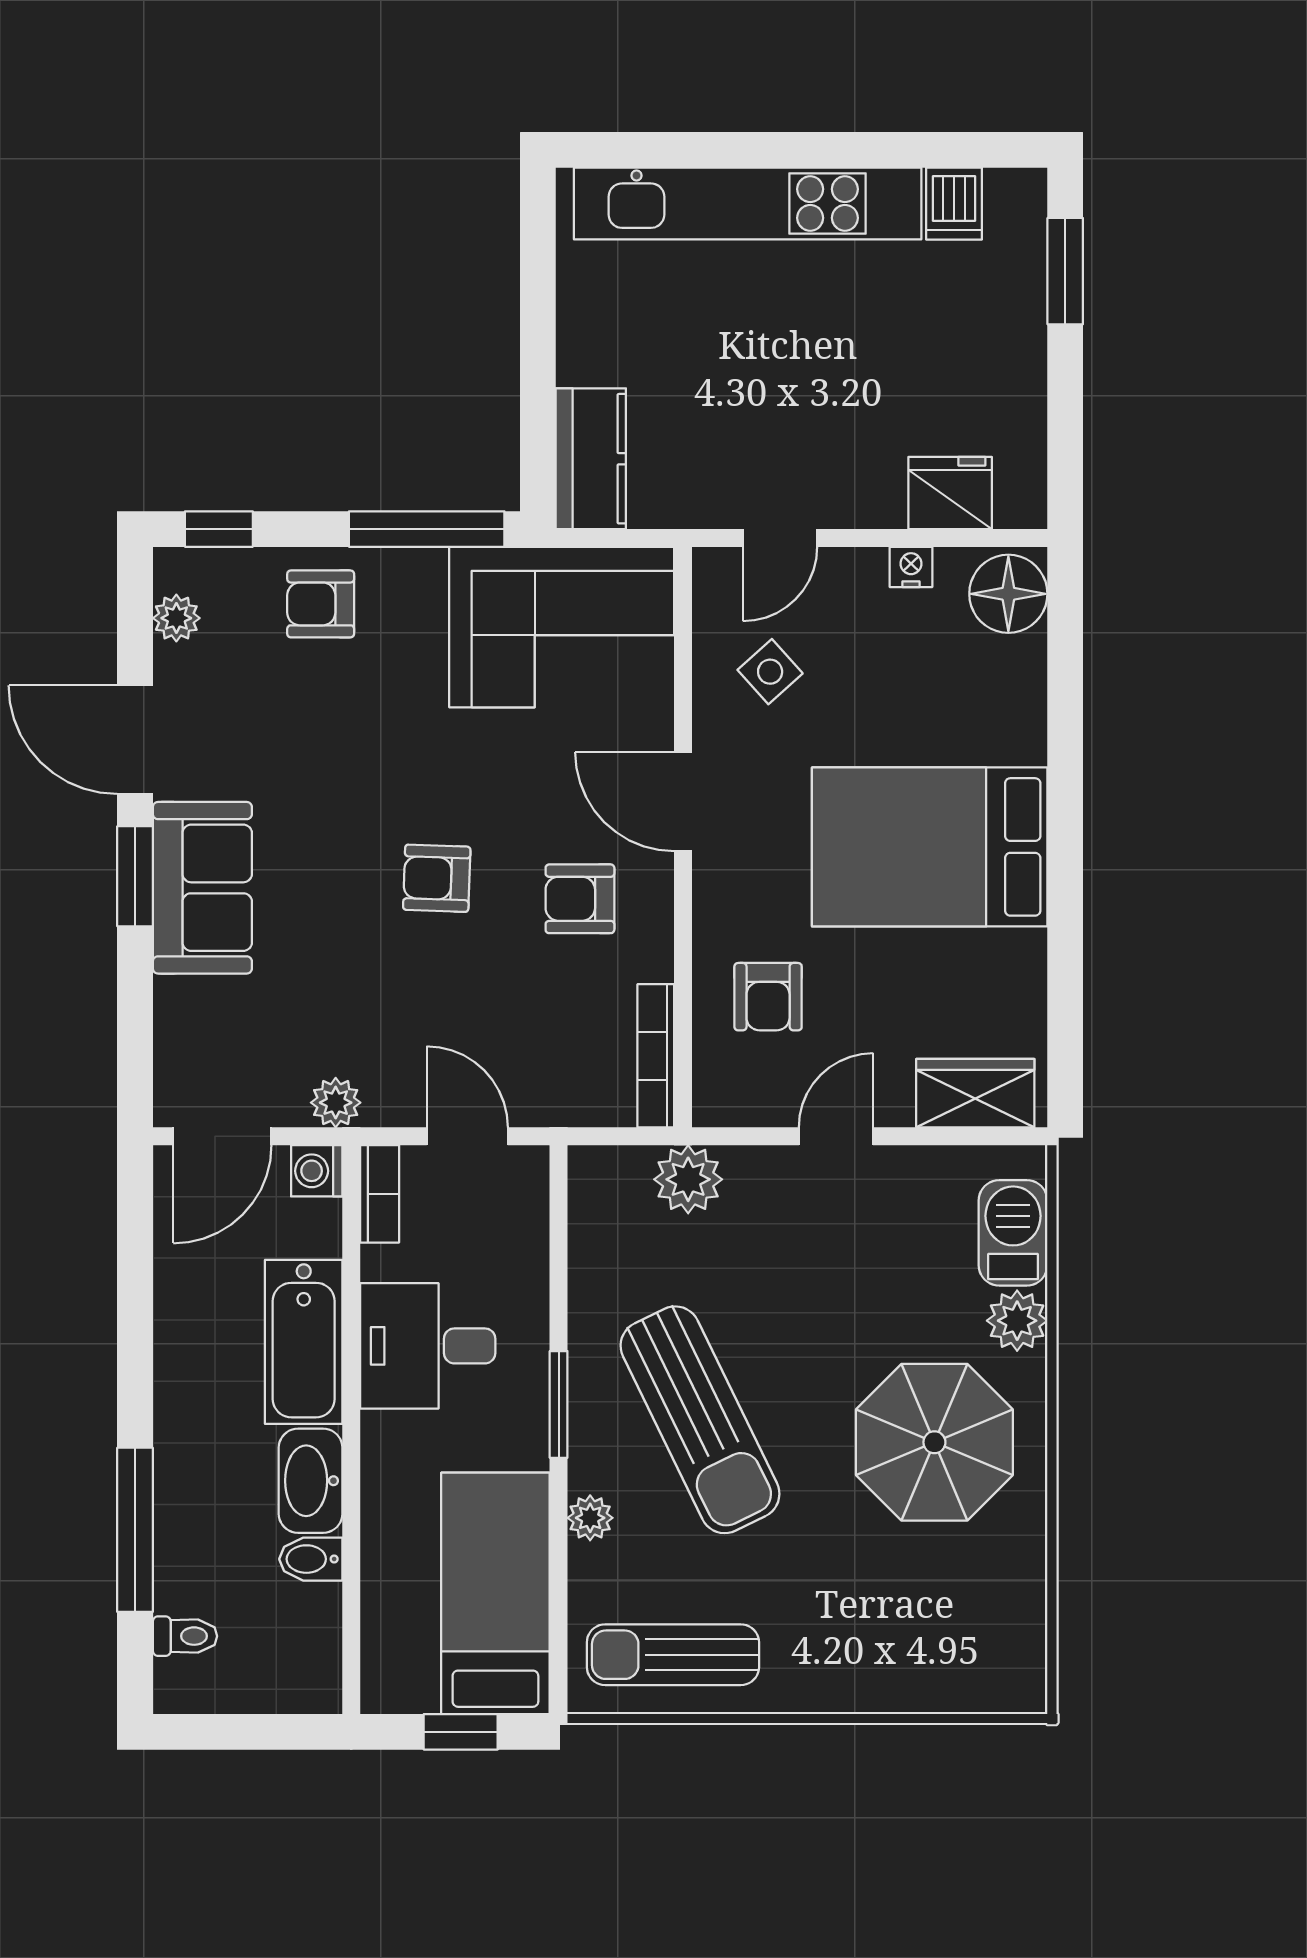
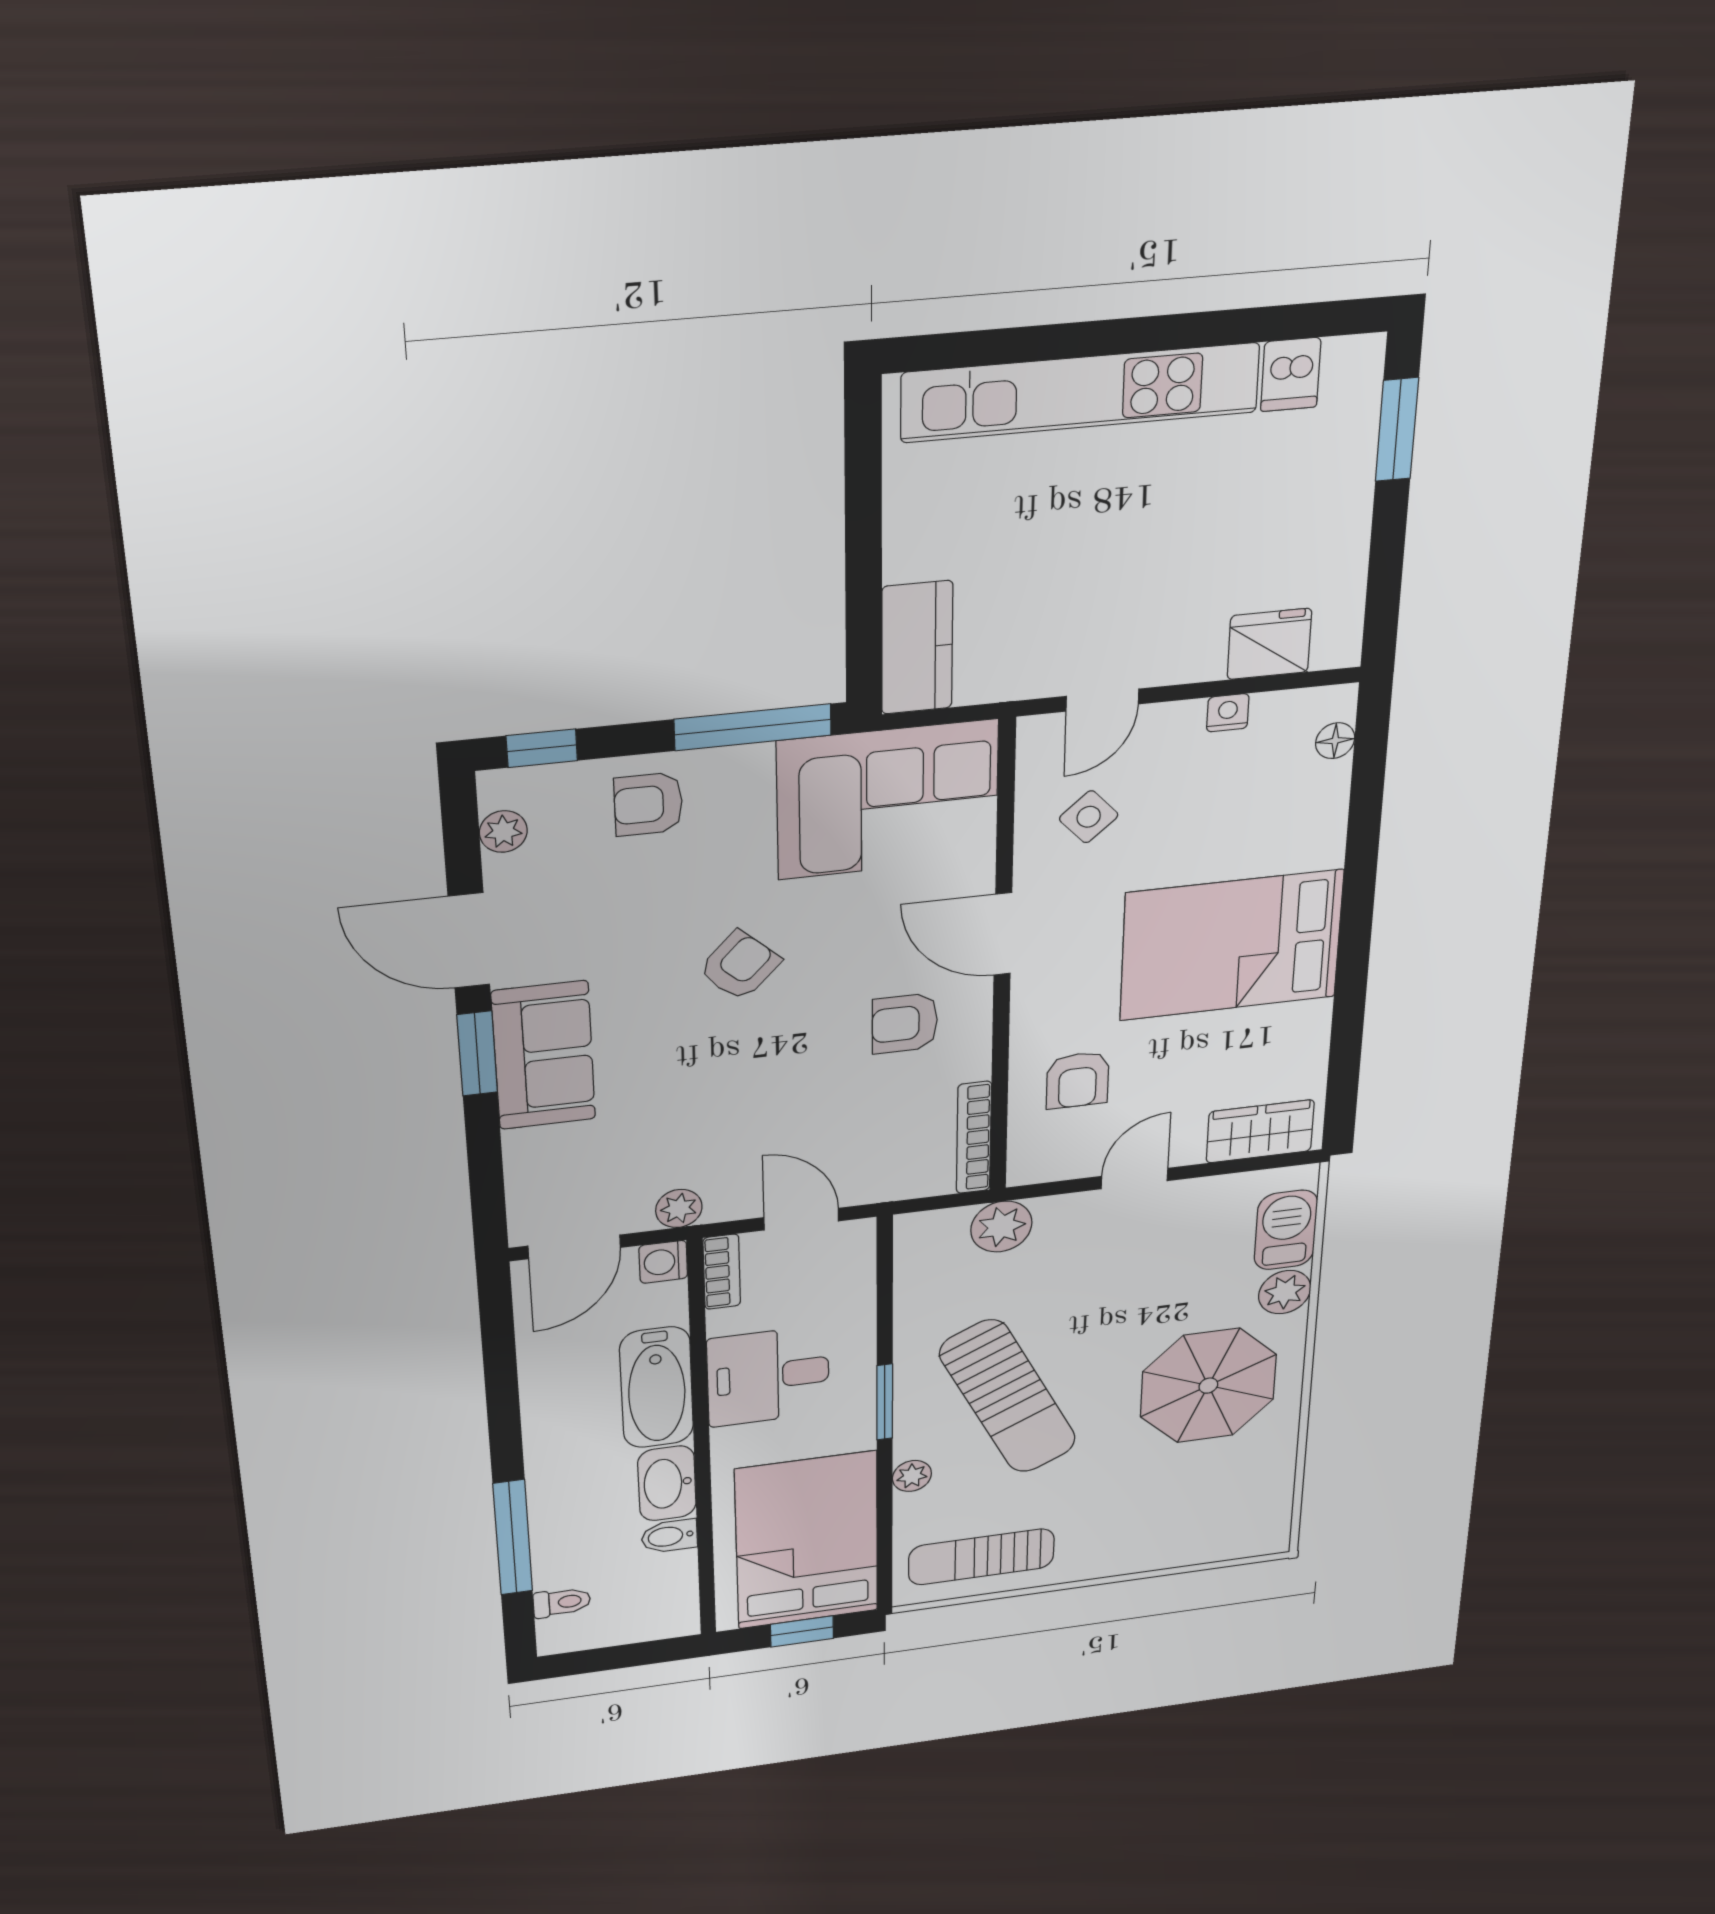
floor lamp: (1008, 594) -> (1335, 741), width x0.53, depth x0.53
armchair: (437, 878) -> (740, 966), moved, turned 131
bed: (495, 1593) -> (807, 1541), width x1.50

